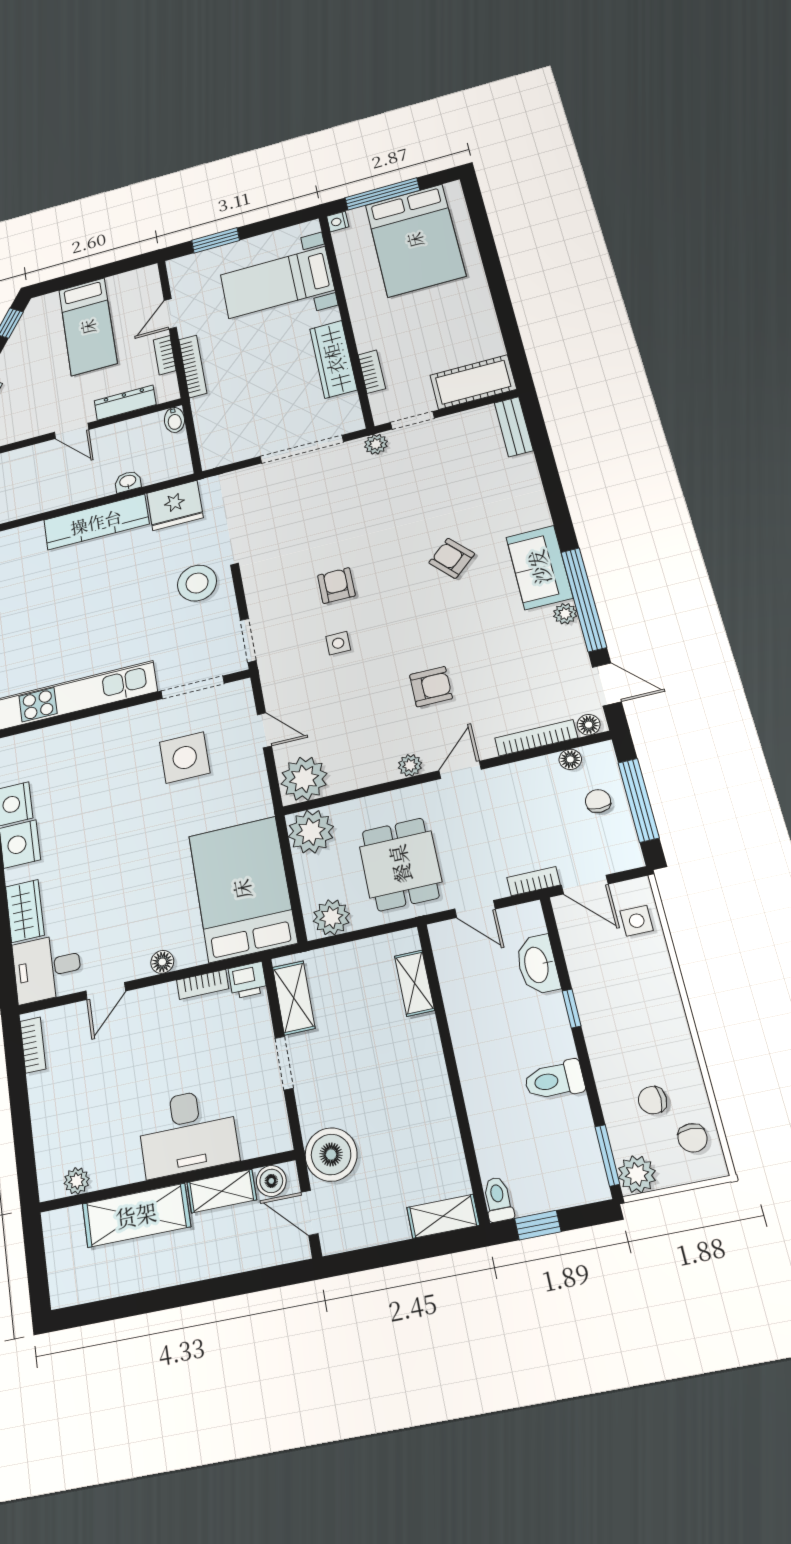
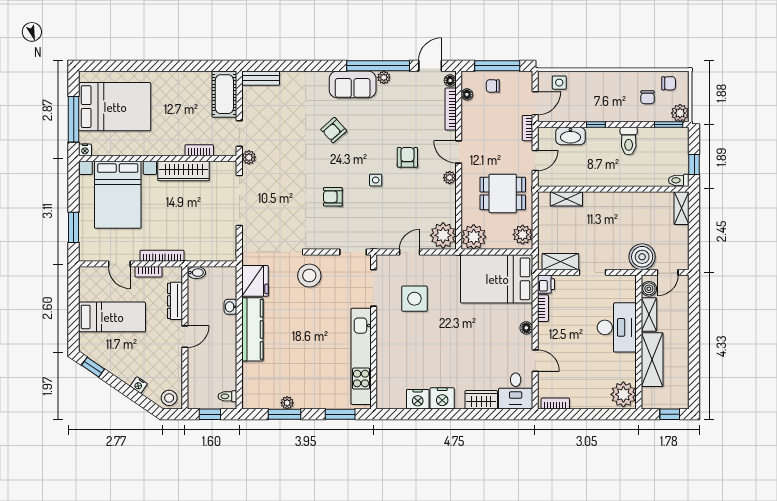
bed with nightstands: (277, 282) -> (118, 195), width x1.36
side table: (338, 643) -> (376, 180), moved
plant: (77, 1181) -> (623, 394), width x1.87, depth x1.87
window: (37, 1272) -> (670, 414), added

